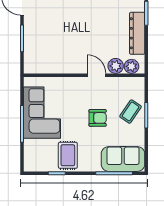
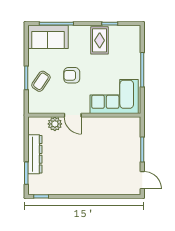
plant: (132, 66) -> (40, 123), removed
corner sofa: (42, 113) -> (114, 96), moved, turned 90

